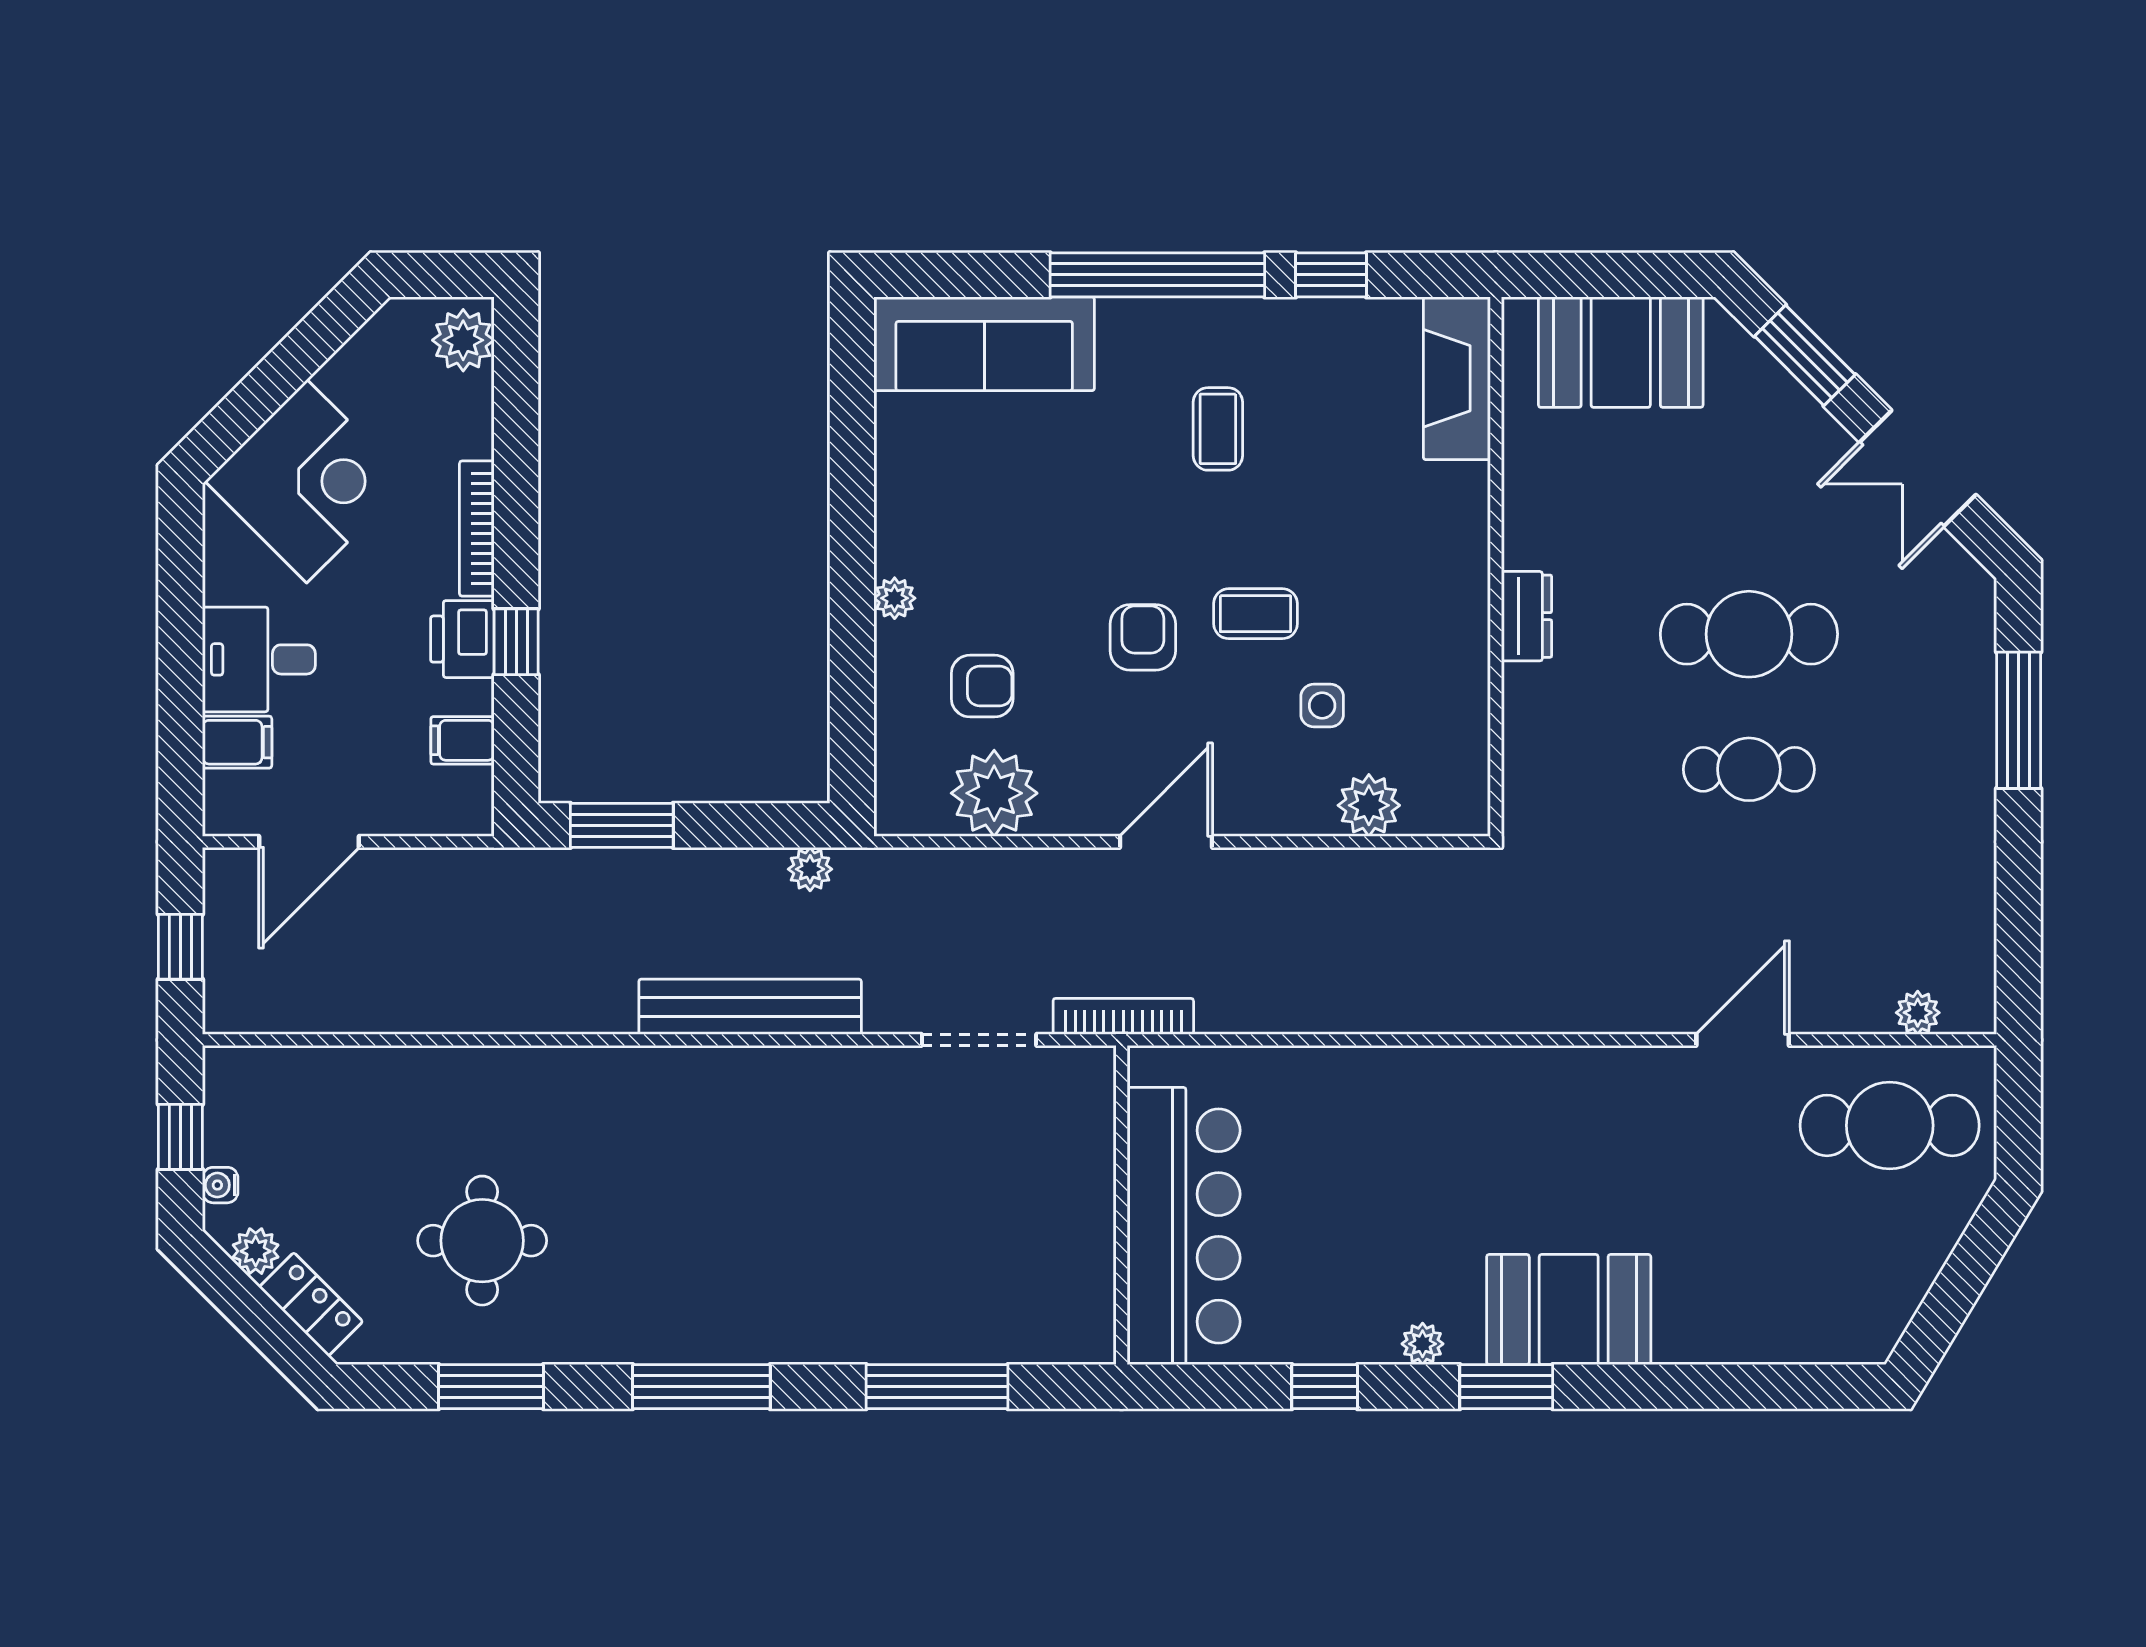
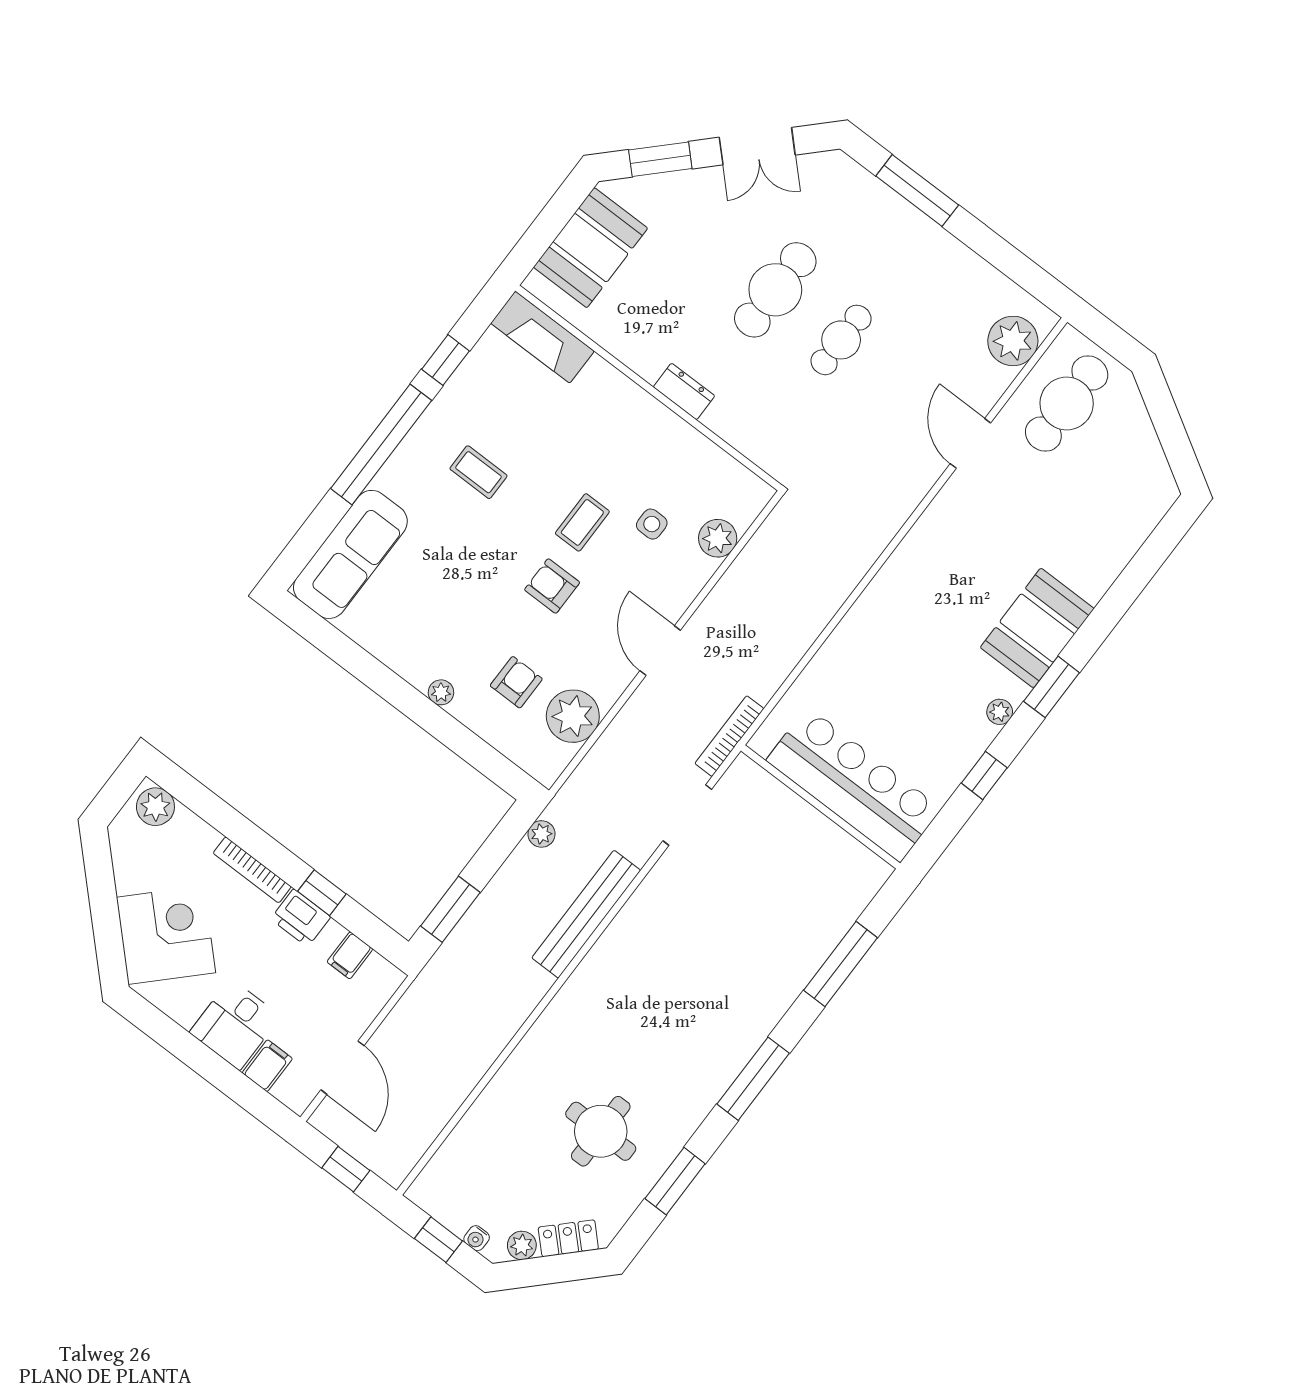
plant: (1918, 1013) -> (1013, 341), width x1.88, depth x1.88

